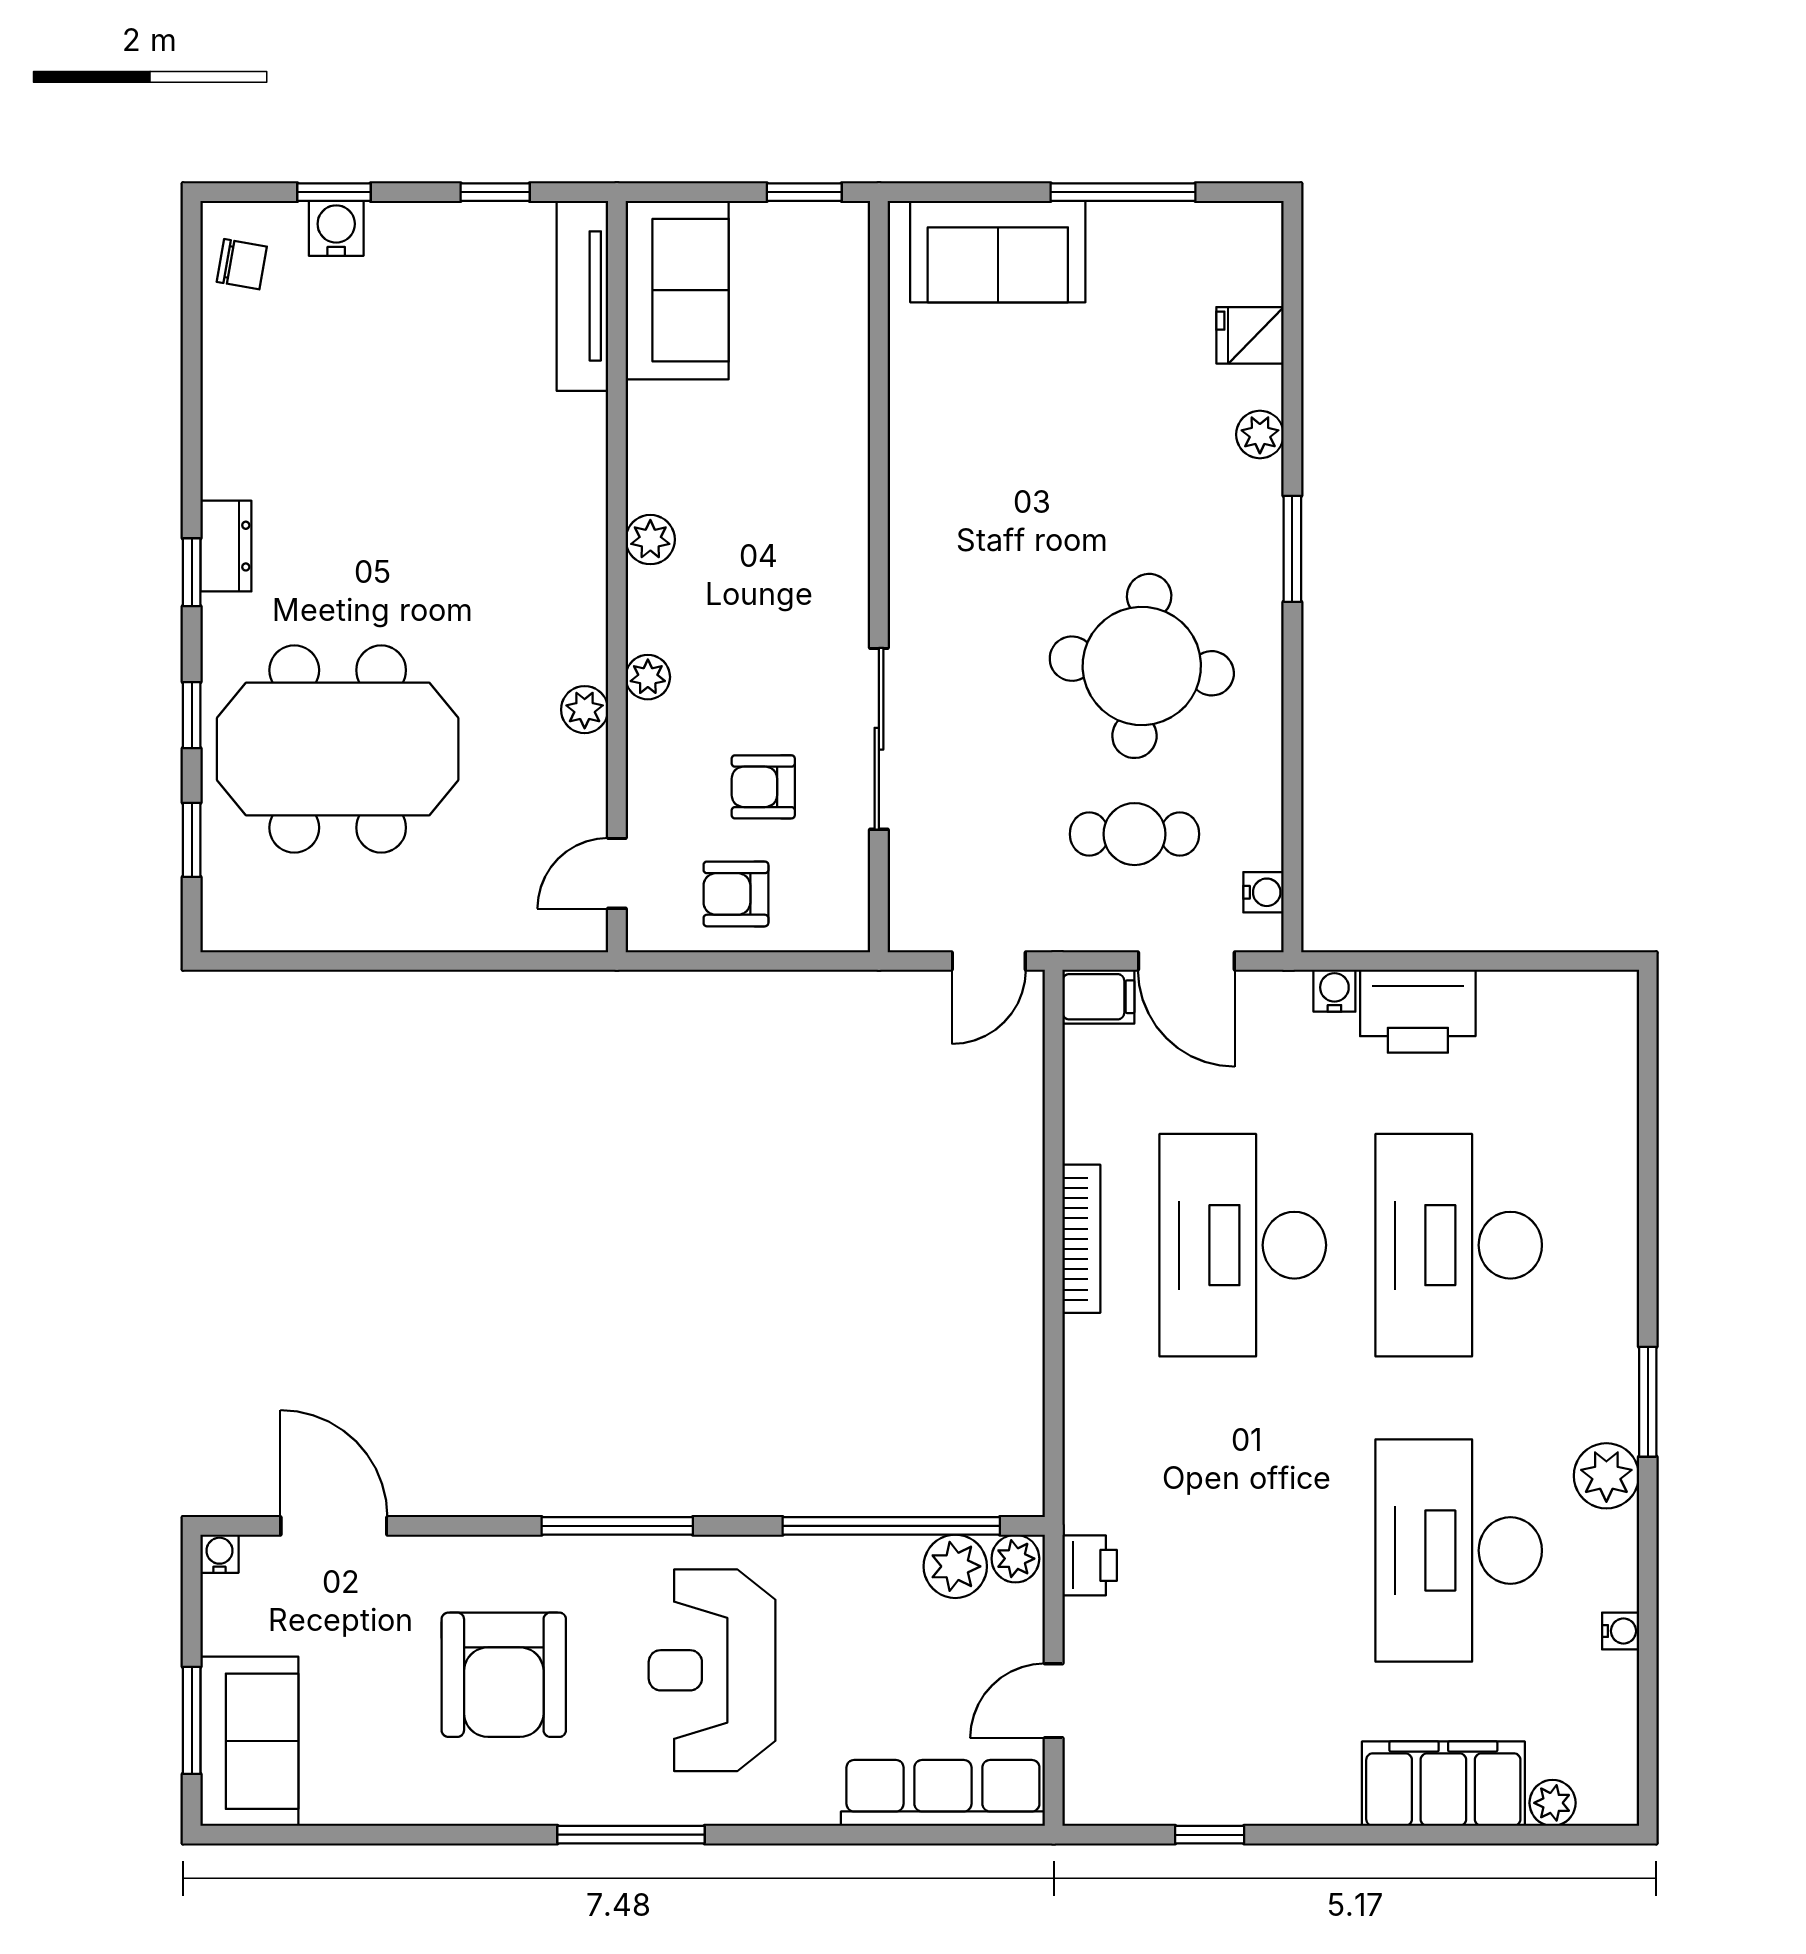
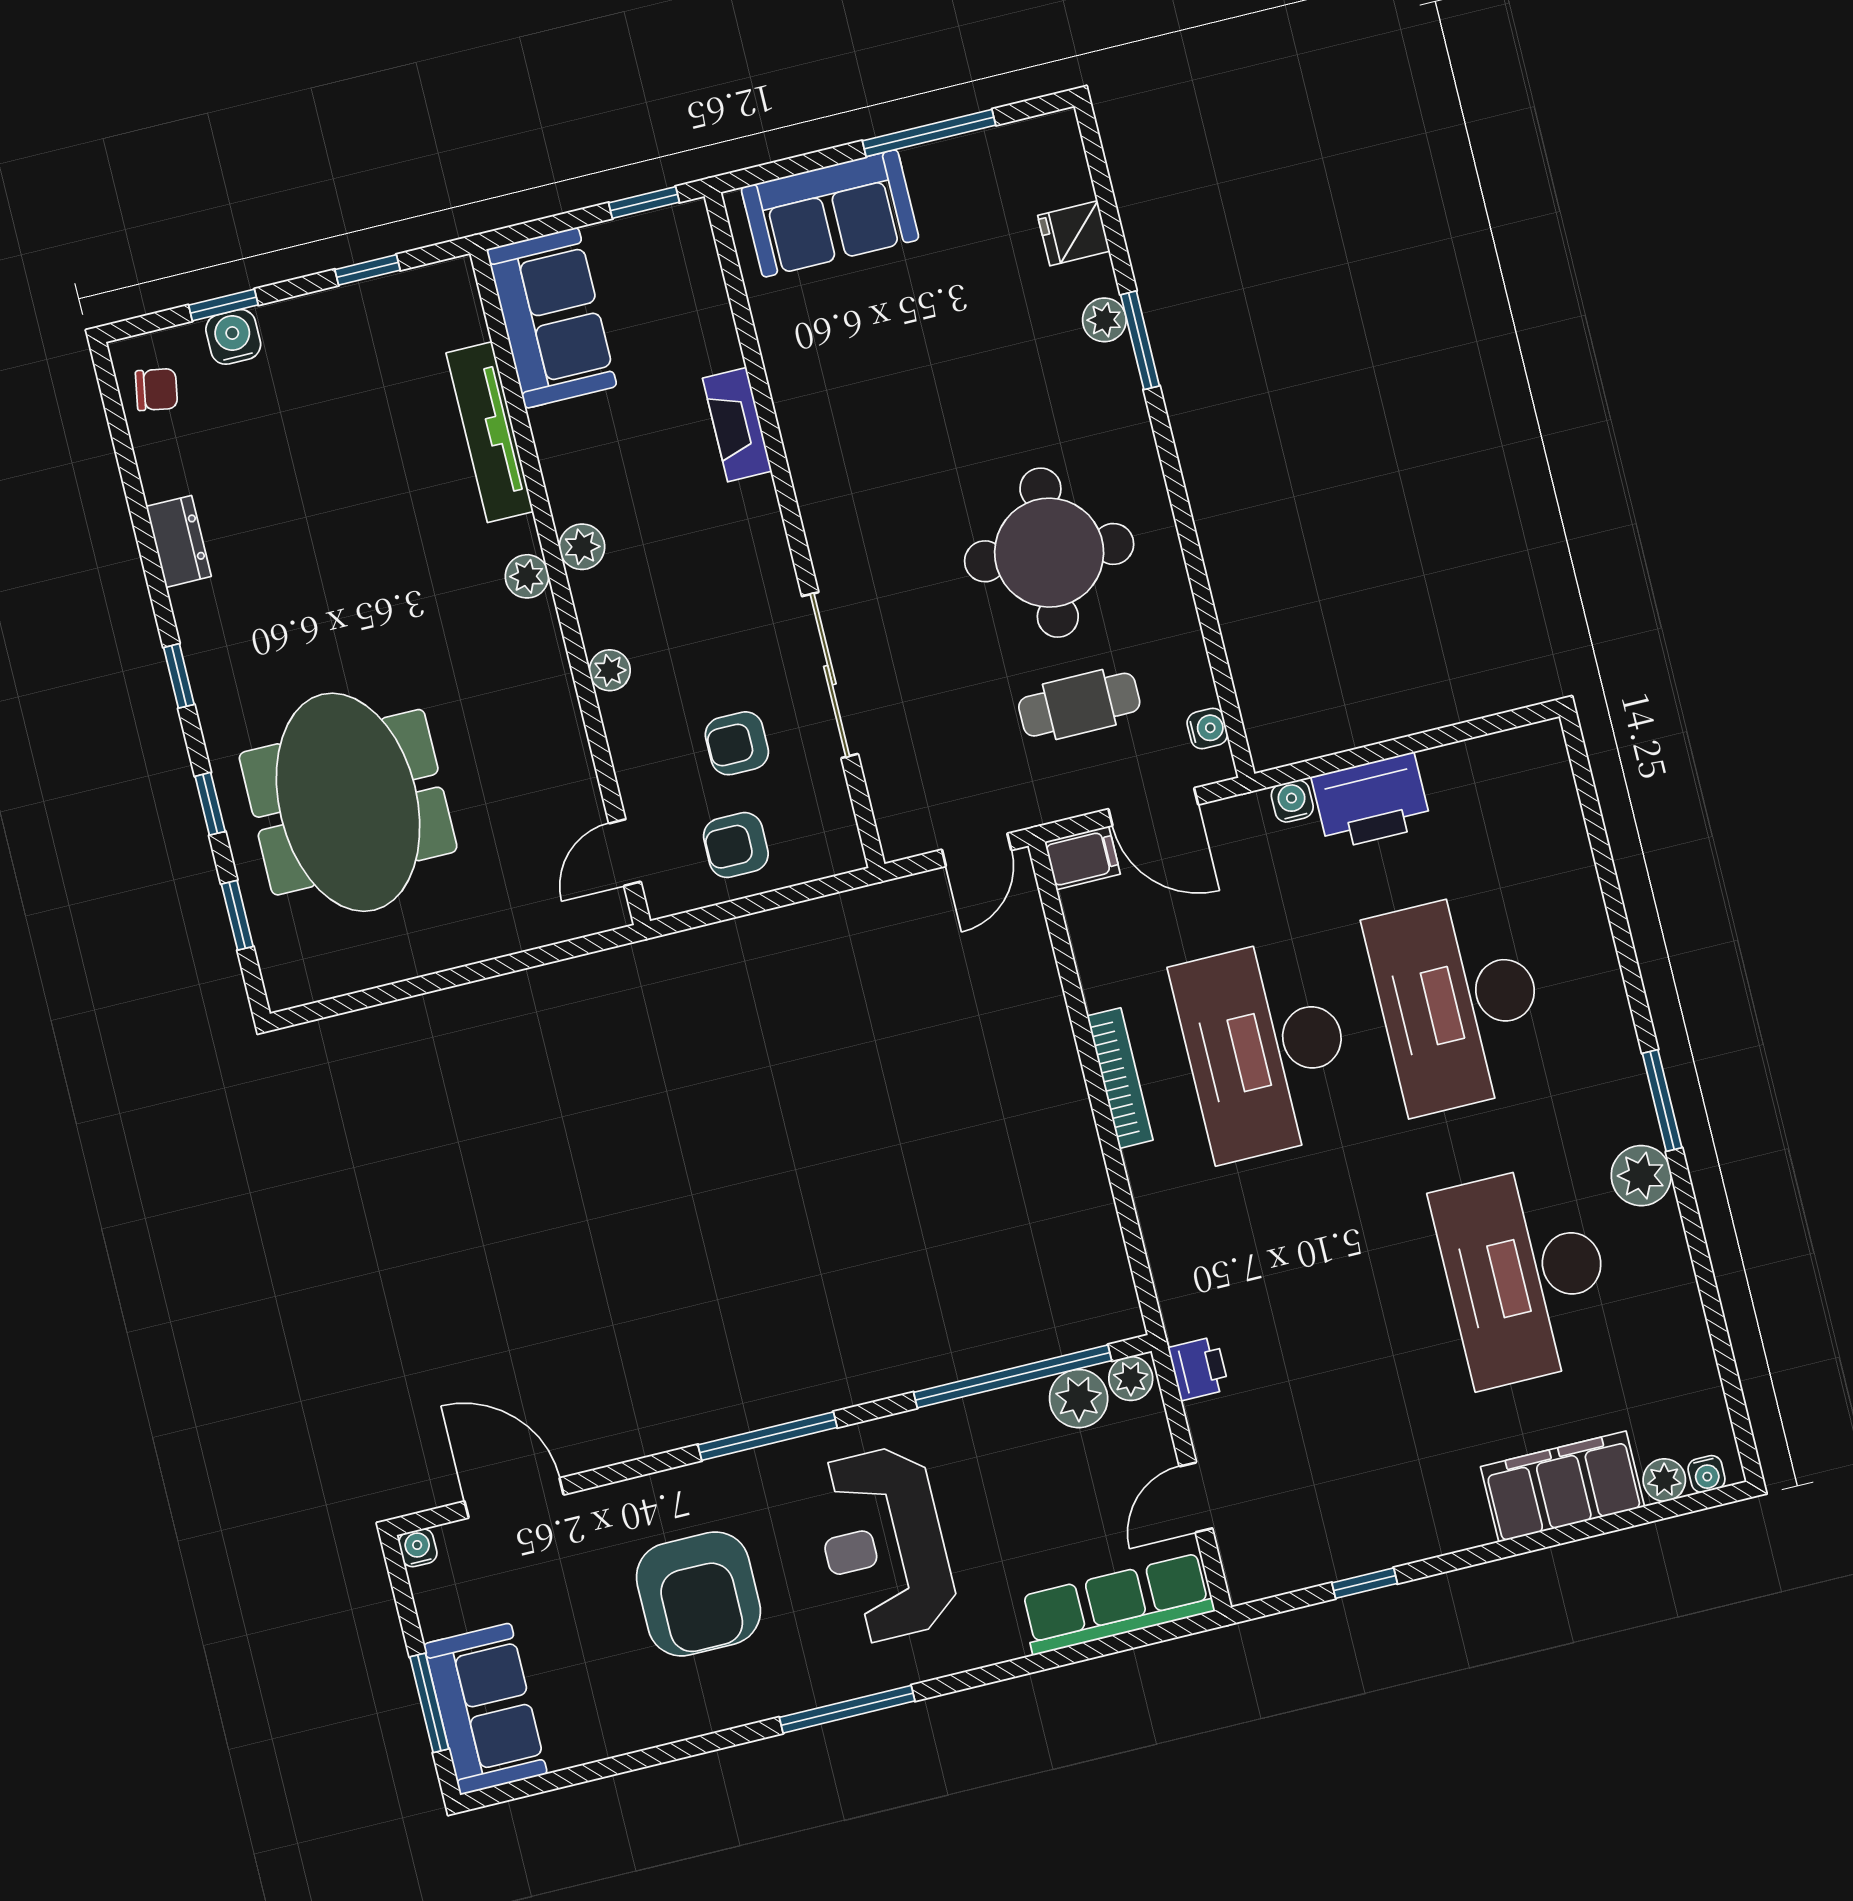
tv unit: (582, 296) -> (490, 432), moved
fireplace: (845, 451) -> (737, 425), added
dresser: (226, 546) -> (179, 541), moved
window: (1292, 549) -> (1140, 340), moved
plant: (585, 710) -> (527, 576), moved
meeting table: (338, 749) -> (348, 802), turned 90
water cooler: (1621, 1631) -> (1707, 1474), moved, turned 90

